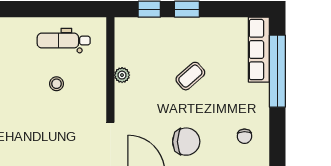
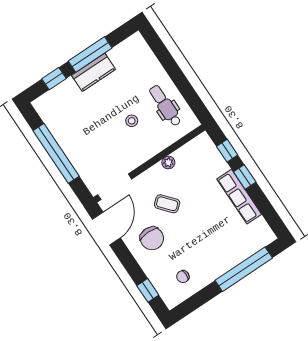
row of seats: (259, 50) -> (239, 197), moved, turned -90
coffee table: (190, 76) -> (167, 204), moved

